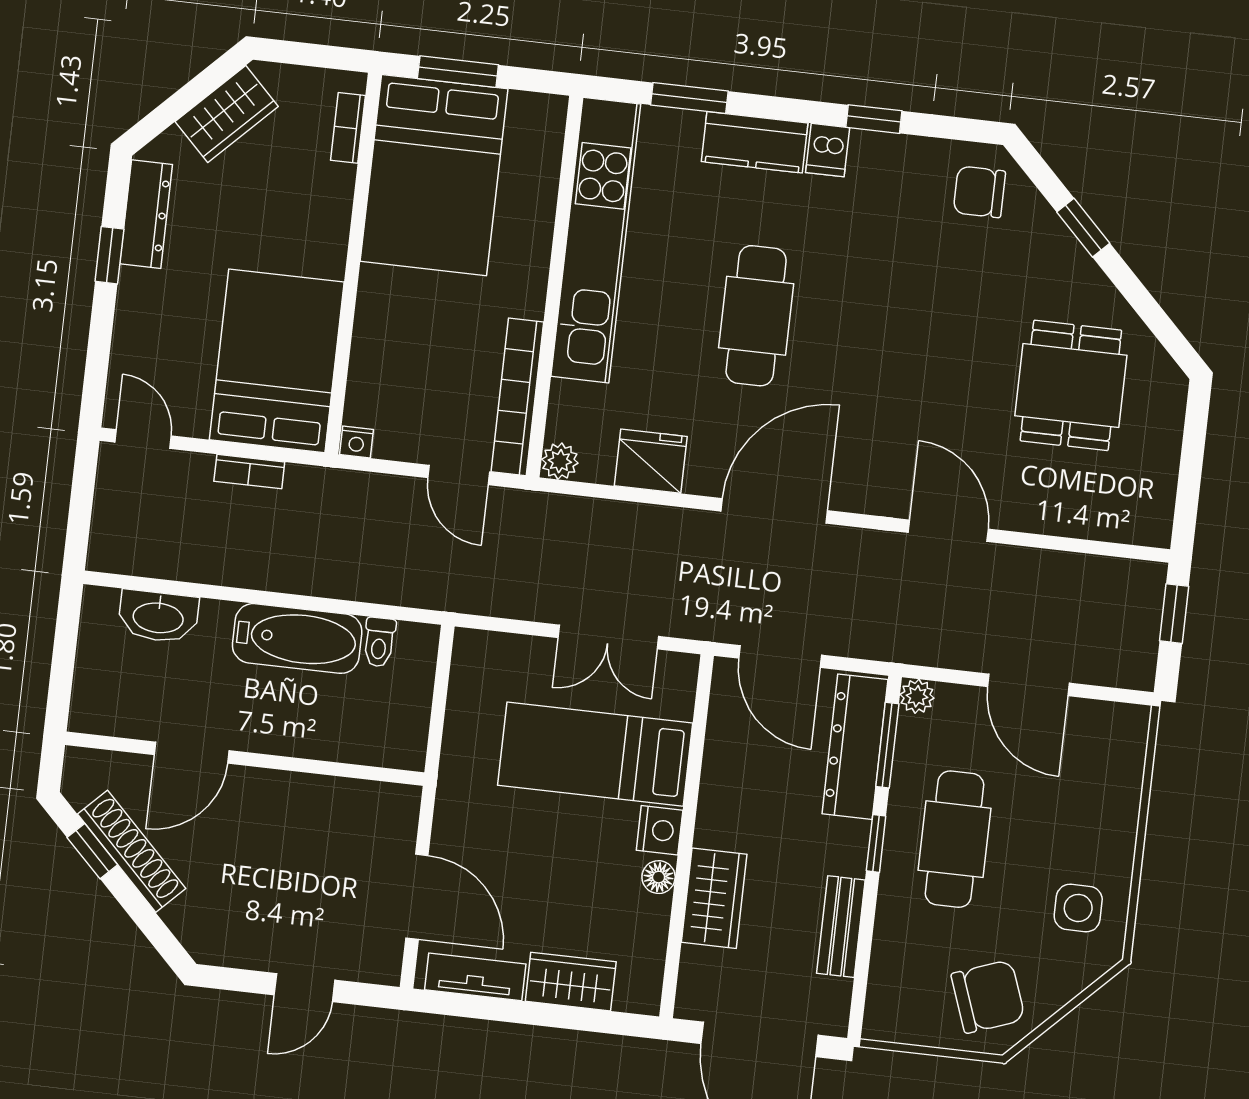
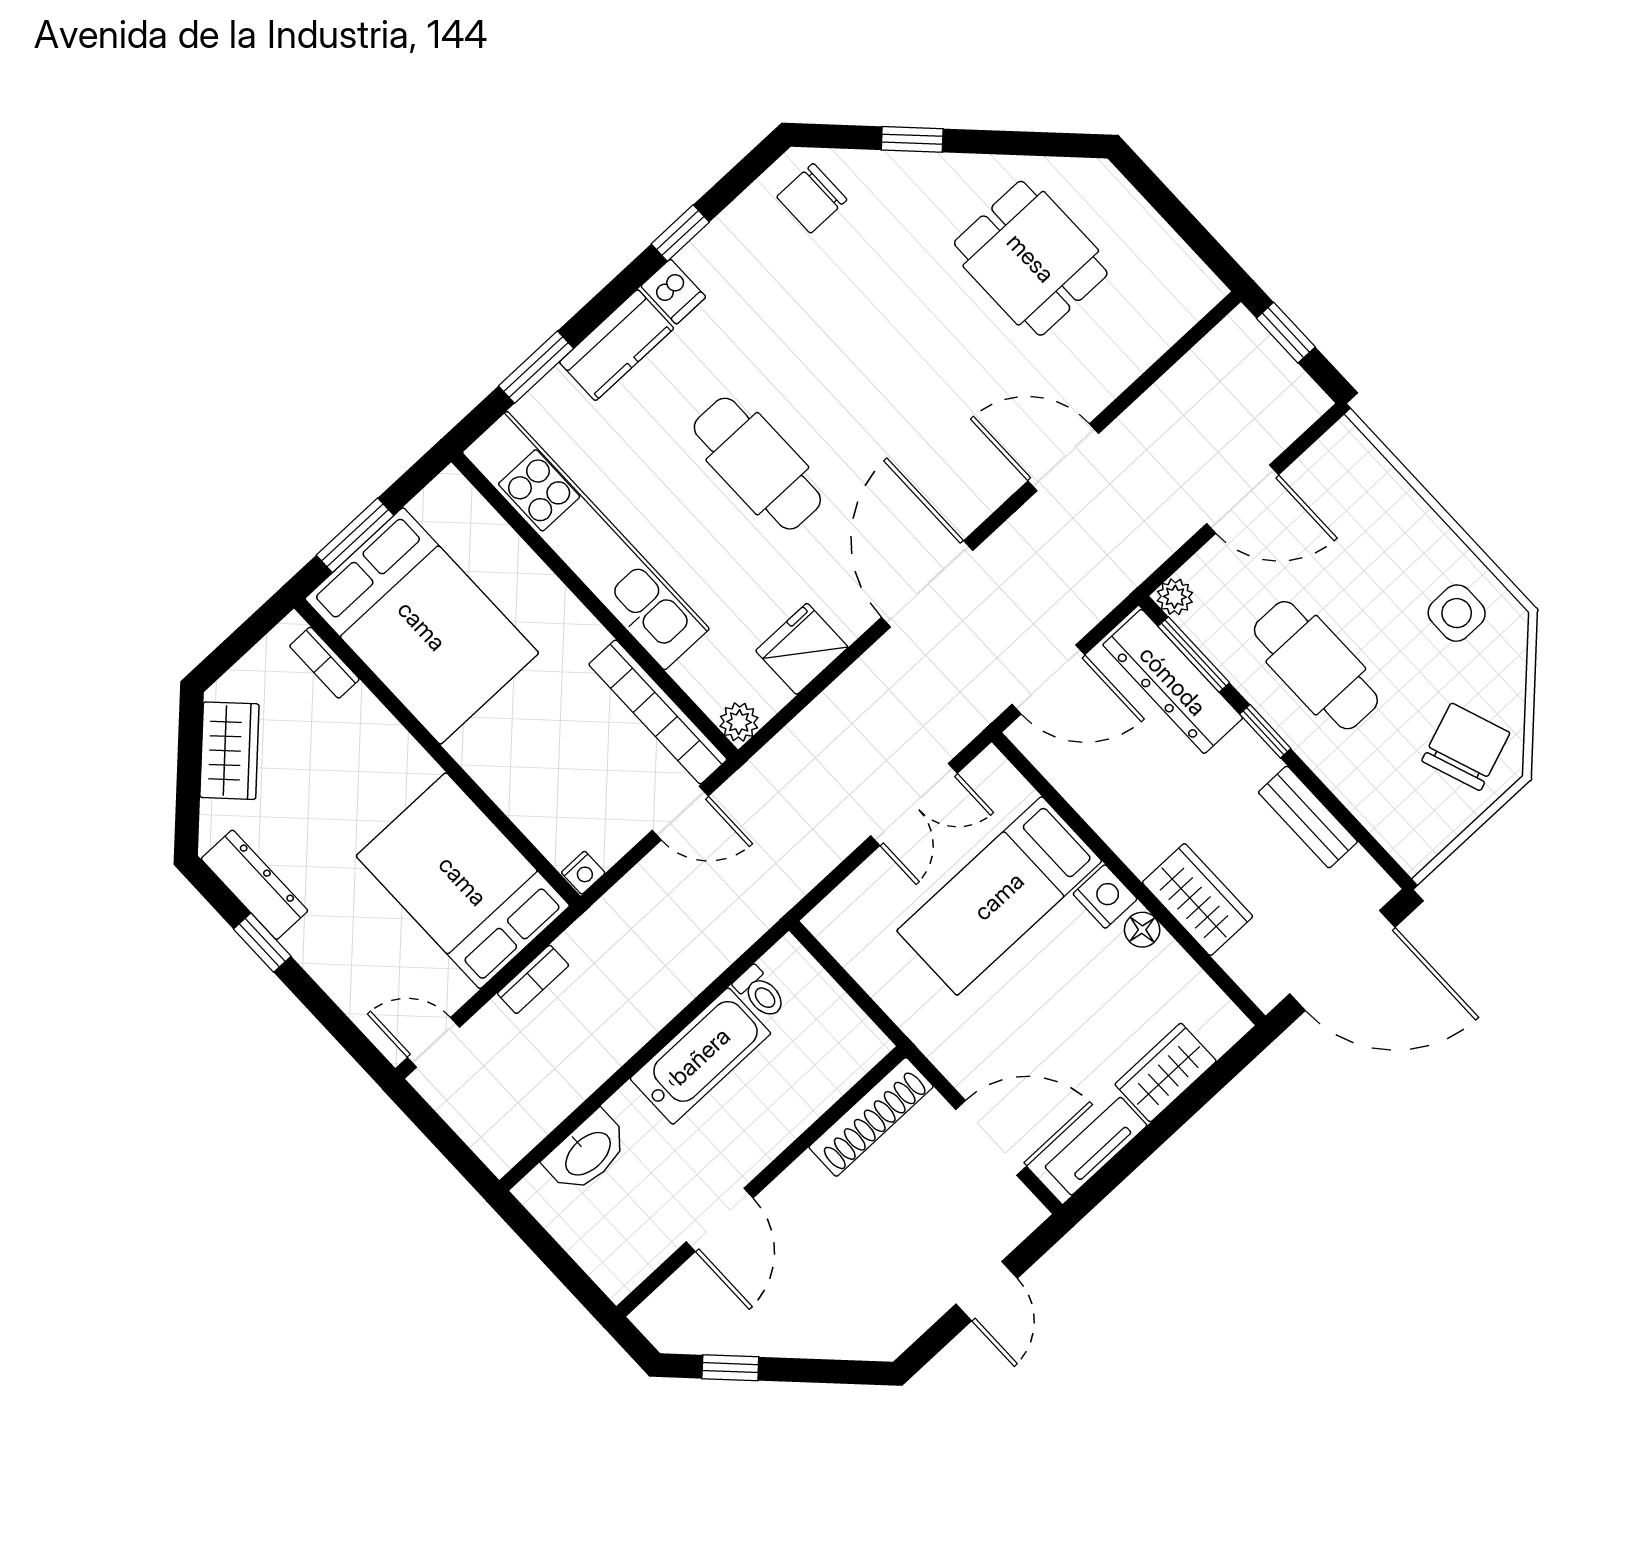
shoe rack: (132, 851) -> (871, 1117), moved, turned 135

